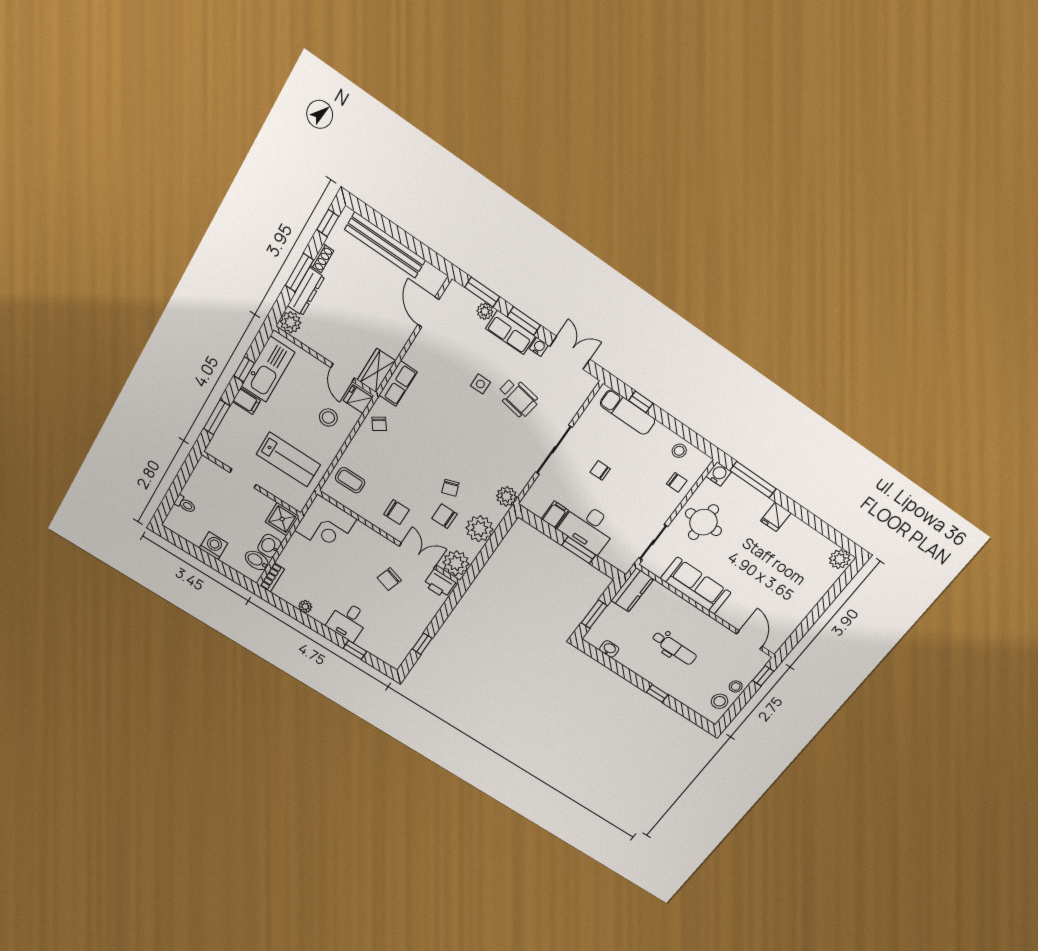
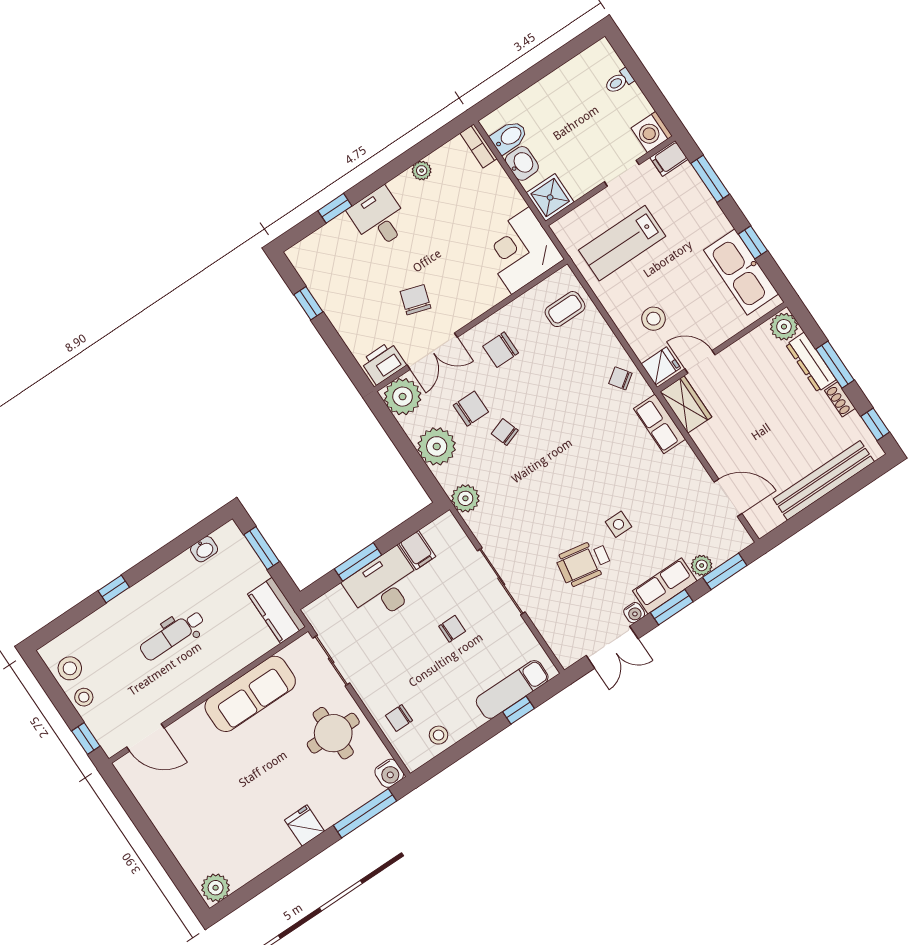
filing cabinet: (246, 401) -> (669, 158), moved
washing machine: (213, 546) -> (652, 132), moved, turned 90

